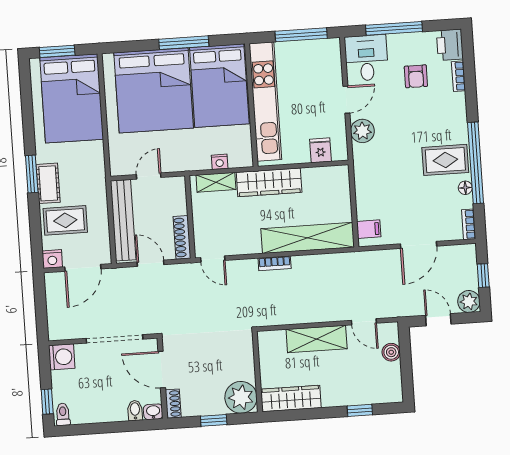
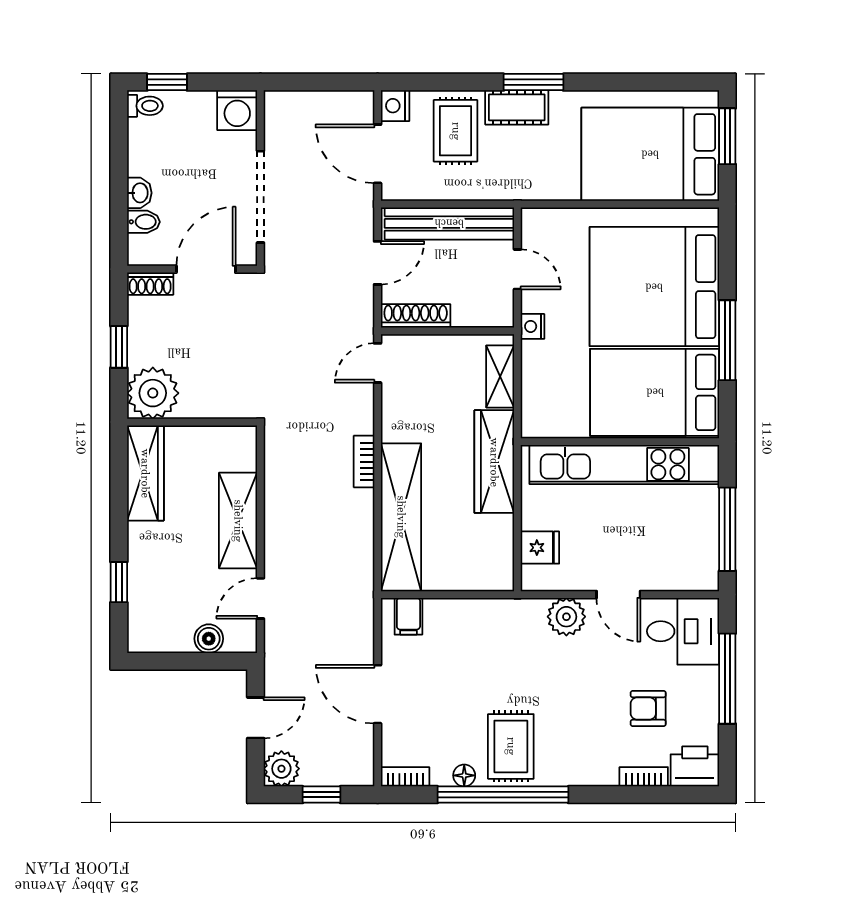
nightstand: (220, 162) -> (533, 326), moved
washbasin: (153, 412) -> (139, 193), moved

